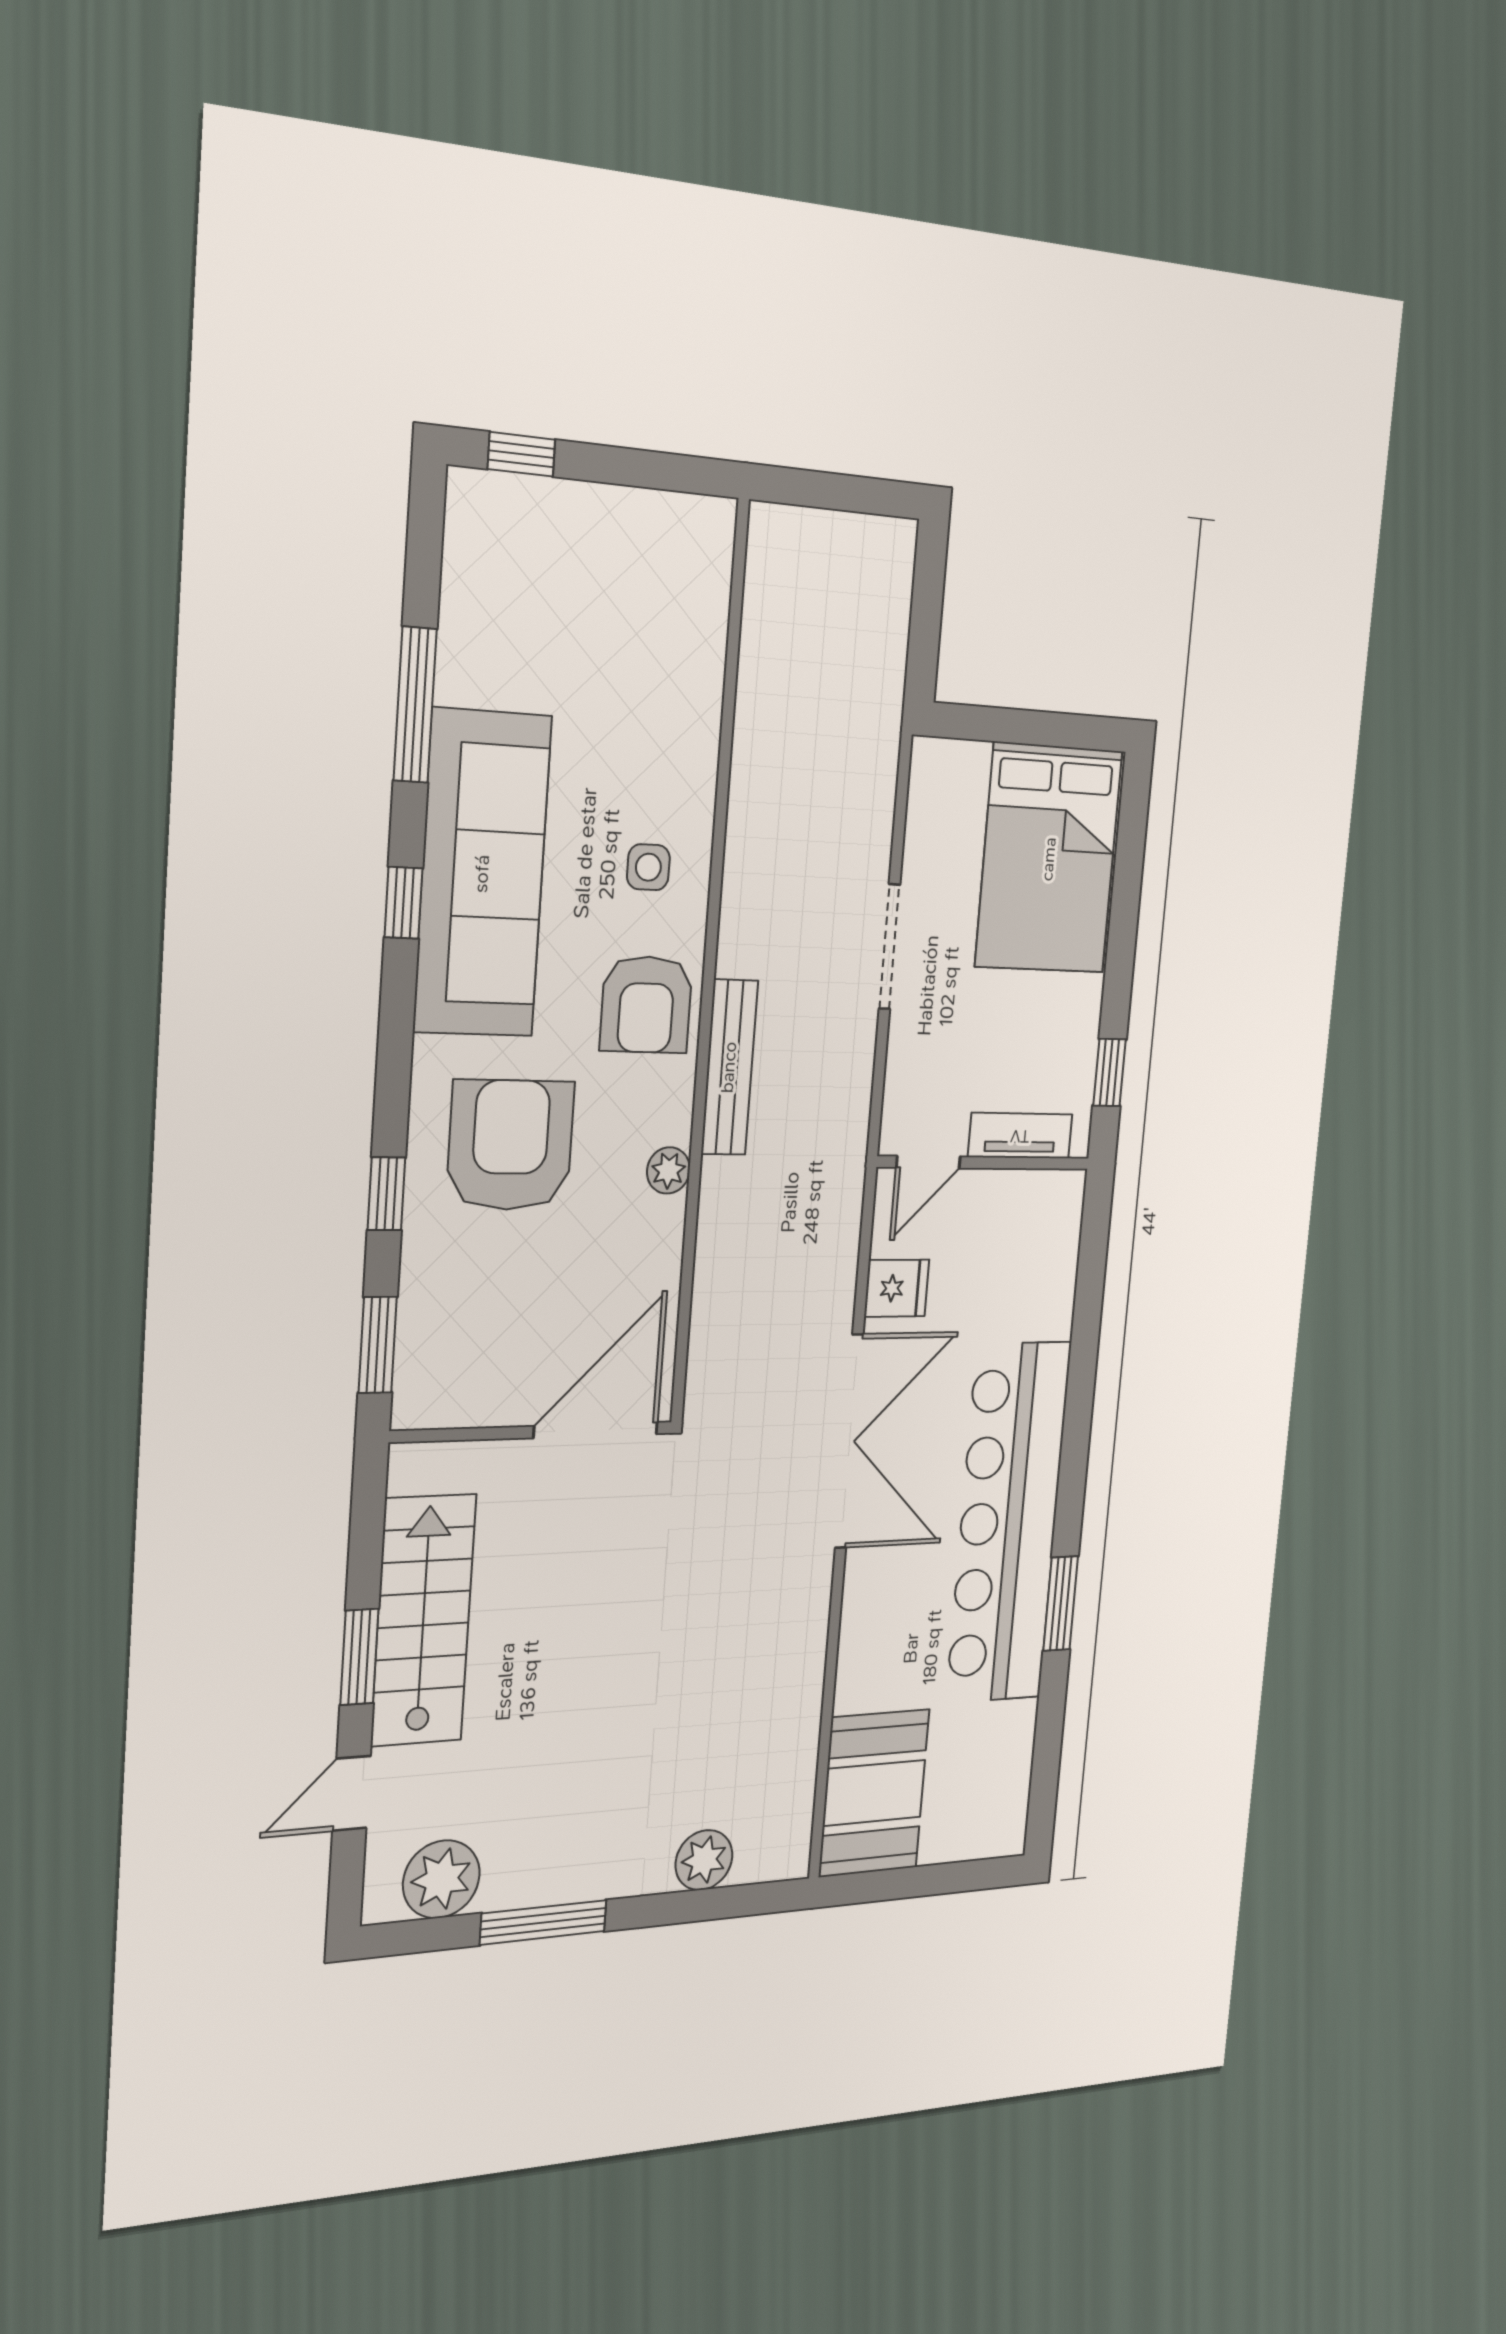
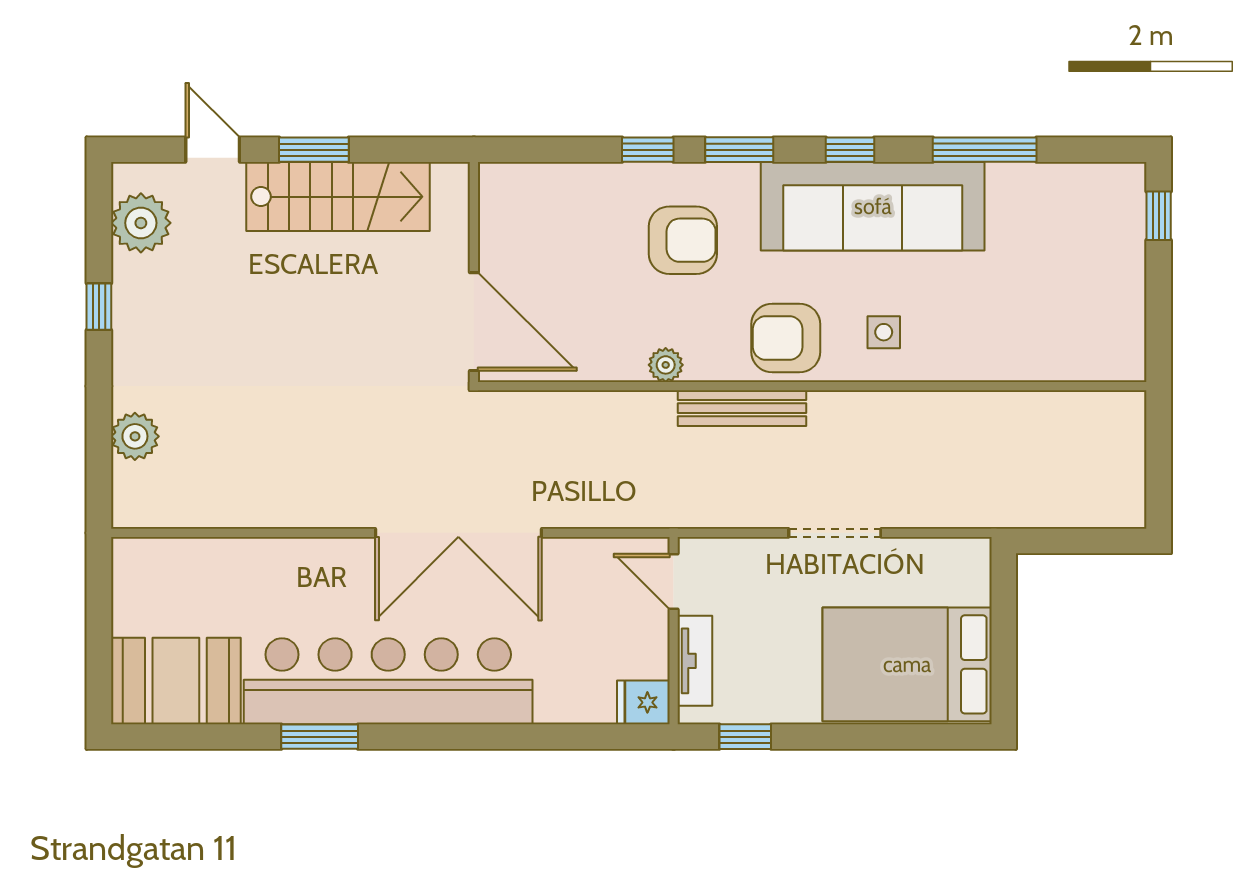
armchair: (510, 1145) -> (683, 240), width x0.73, depth x0.73
fridge: (897, 1288) -> (643, 702), moved, turned 90
window: (378, 1345) -> (739, 150), moved
booth: (874, 1793) -> (176, 681), moved
window: (543, 1922) -> (99, 307), width x0.46

